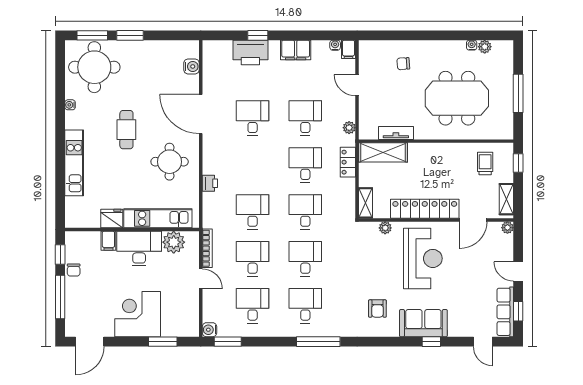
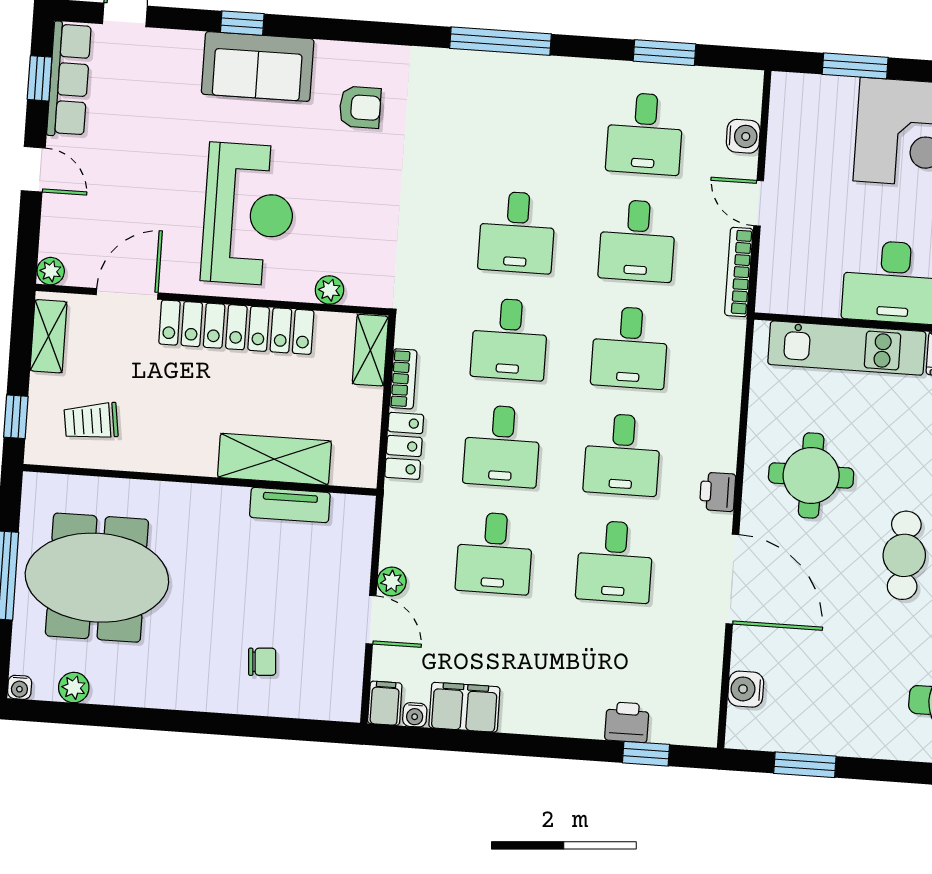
window: (130, 35) -> (805, 765), moved
window: (258, 35) -> (646, 754), moved
water cooler: (472, 45) -> (20, 687), moved
filing cabinet: (296, 50) -> (464, 707), moved
printer: (250, 52) -> (627, 722), width x0.53, depth x0.68
meeting table: (457, 98) -> (97, 578), moved
plant: (349, 128) -> (392, 581), moved
shelving: (383, 152) -> (274, 459), moved
trolley: (485, 163) -> (91, 421), turned 82
printer: (210, 183) -> (718, 492), moved
bookcase: (350, 191) -> (403, 379), added
plant: (174, 242) -> (815, 291), removed
reception desk: (423, 258) -> (249, 214), turned 180
desk: (305, 306) -> (622, 455), moved
armchair: (377, 309) -> (360, 107), turned 90
water cooler: (209, 330) -> (743, 136), moved
window: (228, 342) -> (664, 53), moved

